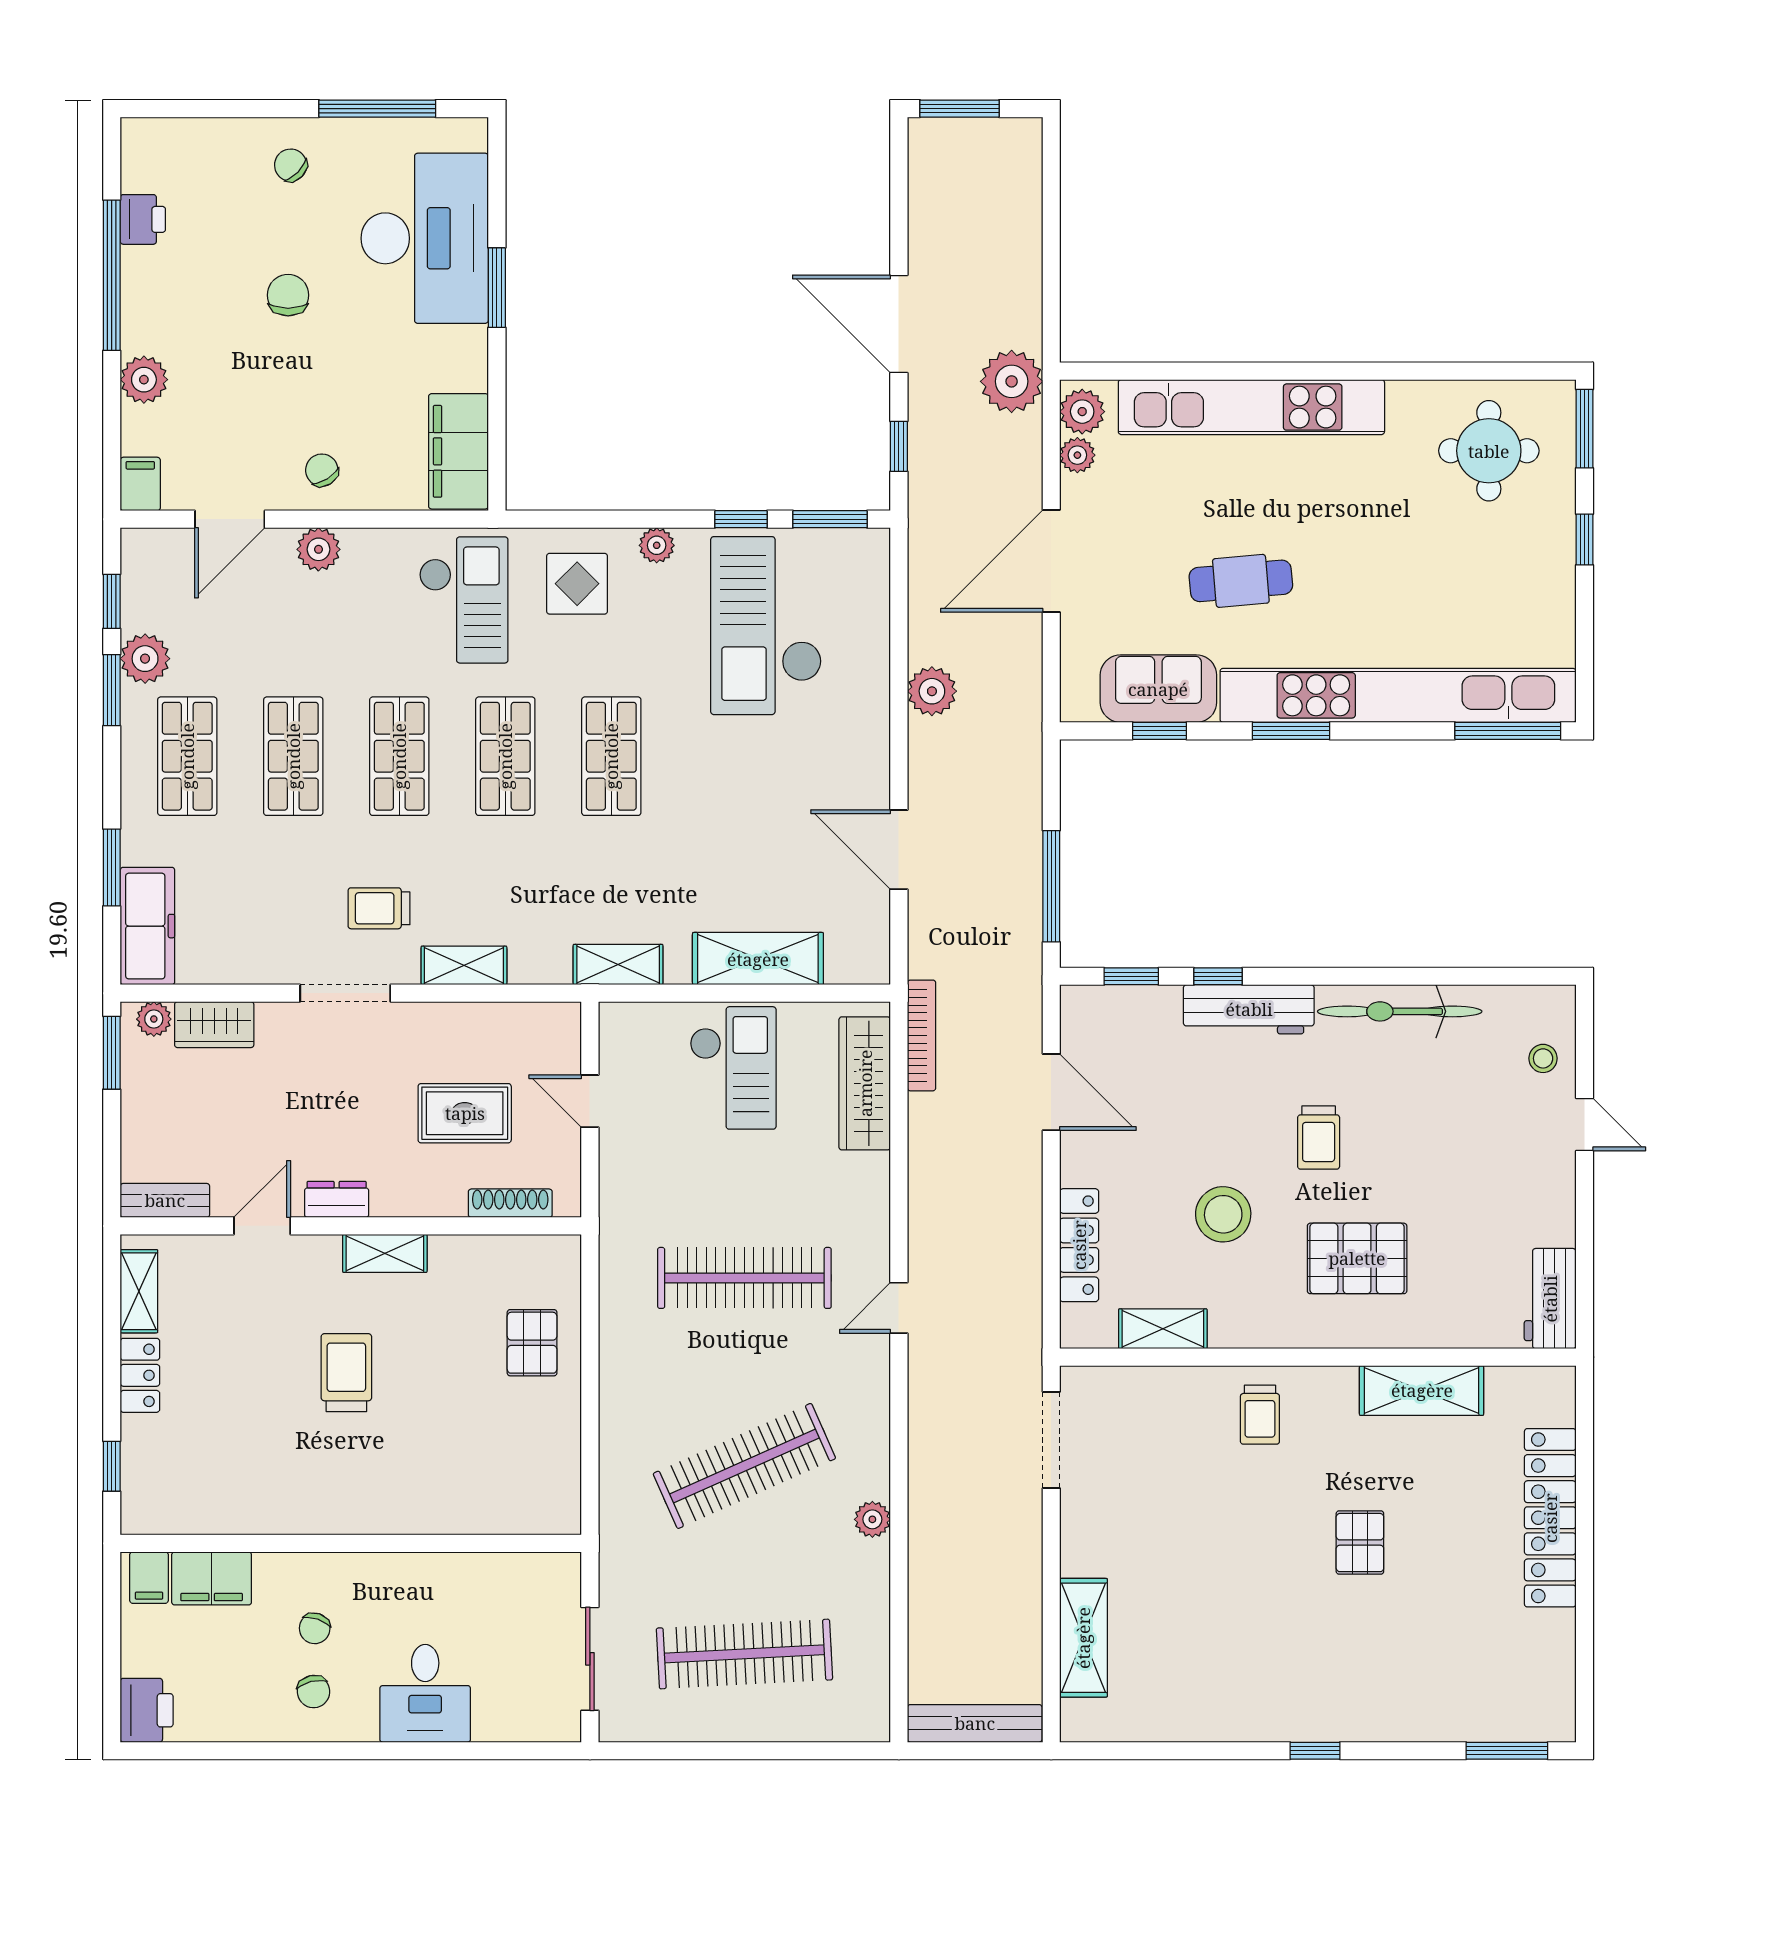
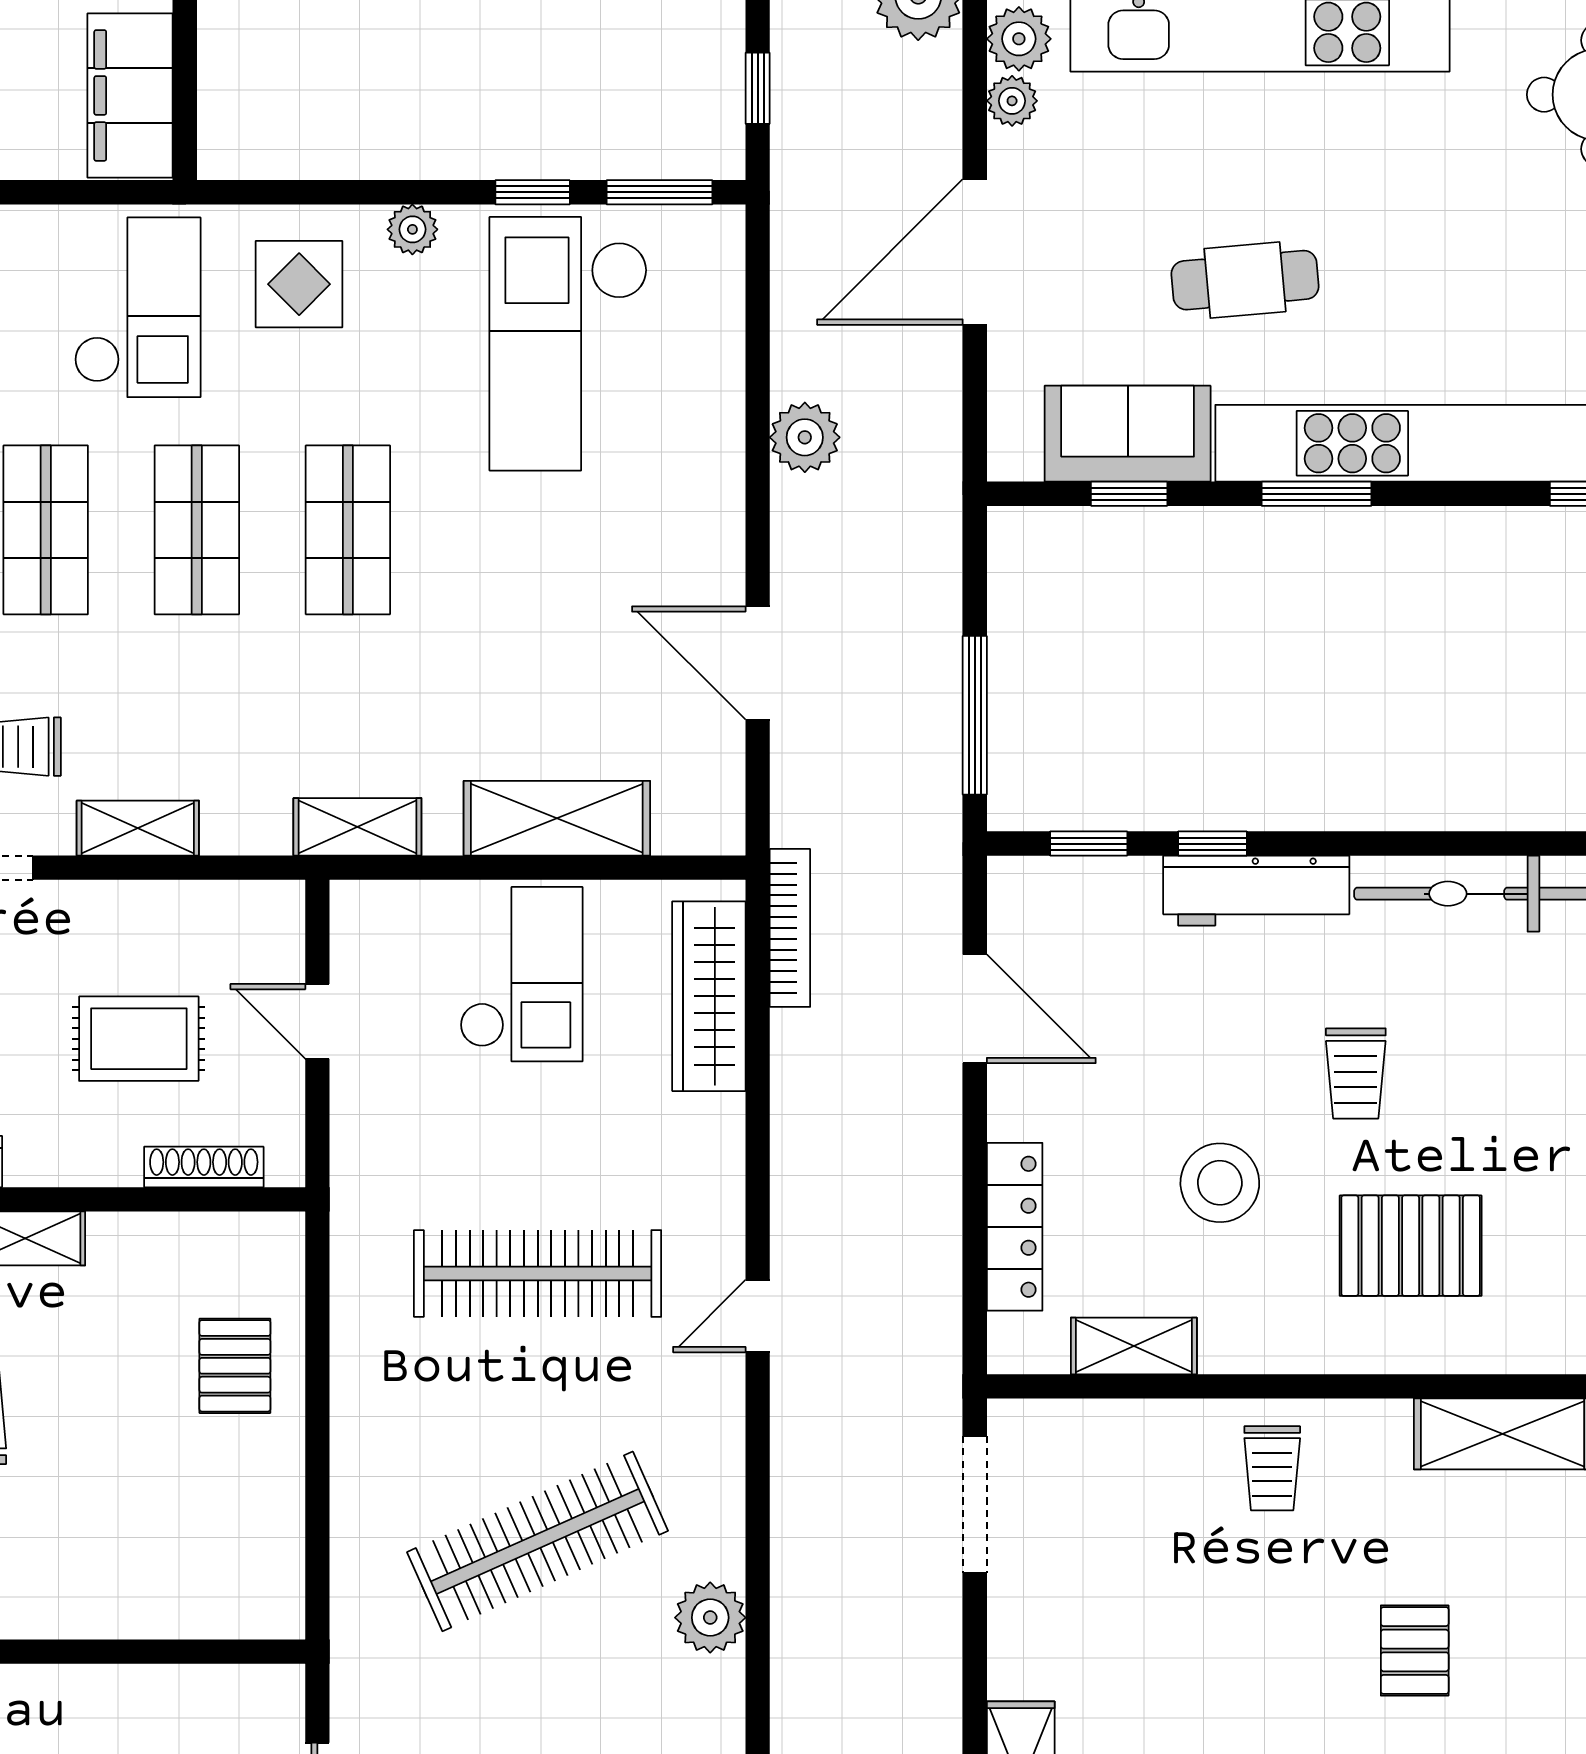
plant: (872, 1519) -> (710, 1618), width x1.38, depth x1.38

